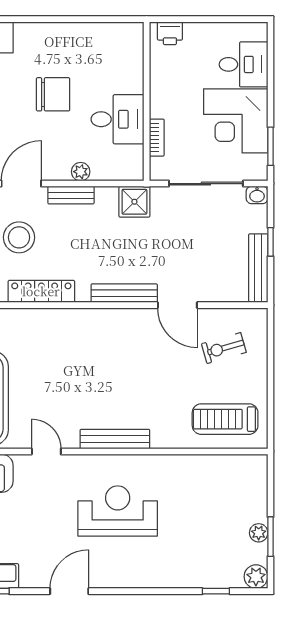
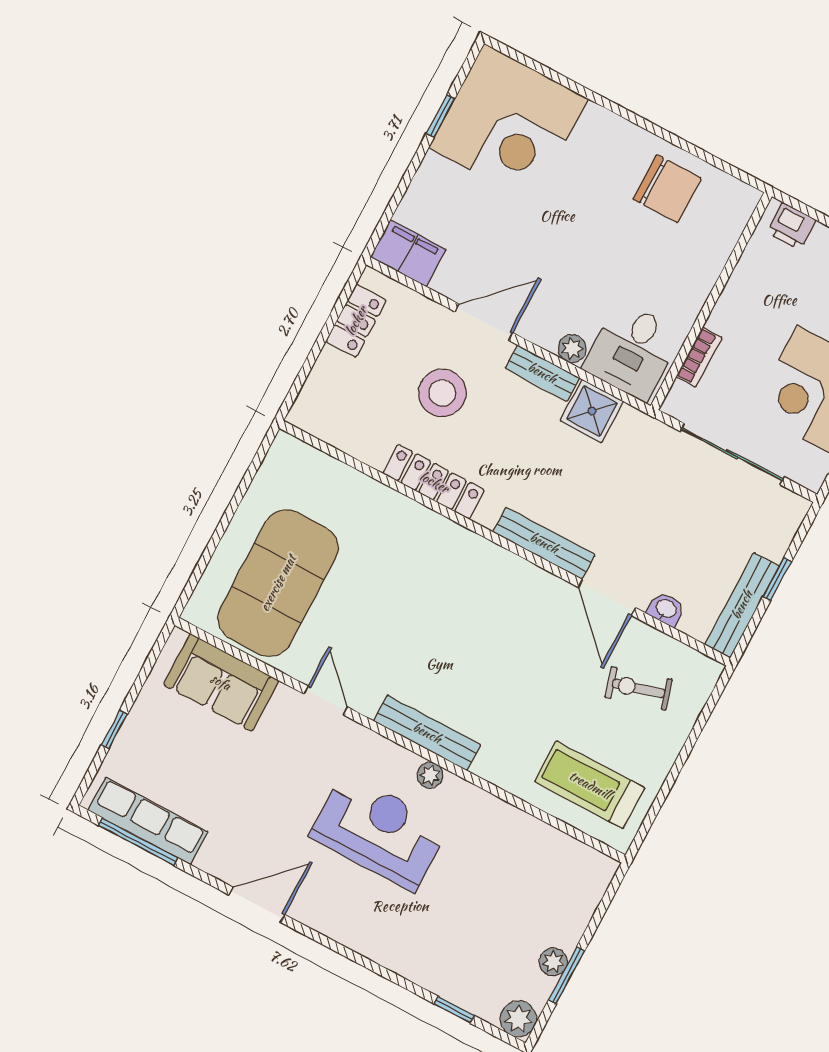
chair: (53, 94) -> (667, 189), moved
desk: (117, 119) -> (632, 351), moved, turned 90
washbasin: (257, 195) -> (666, 609), moved, turned 180
shower: (134, 202) -> (592, 411), moved
plant: (130, 463) -> (430, 775), added

